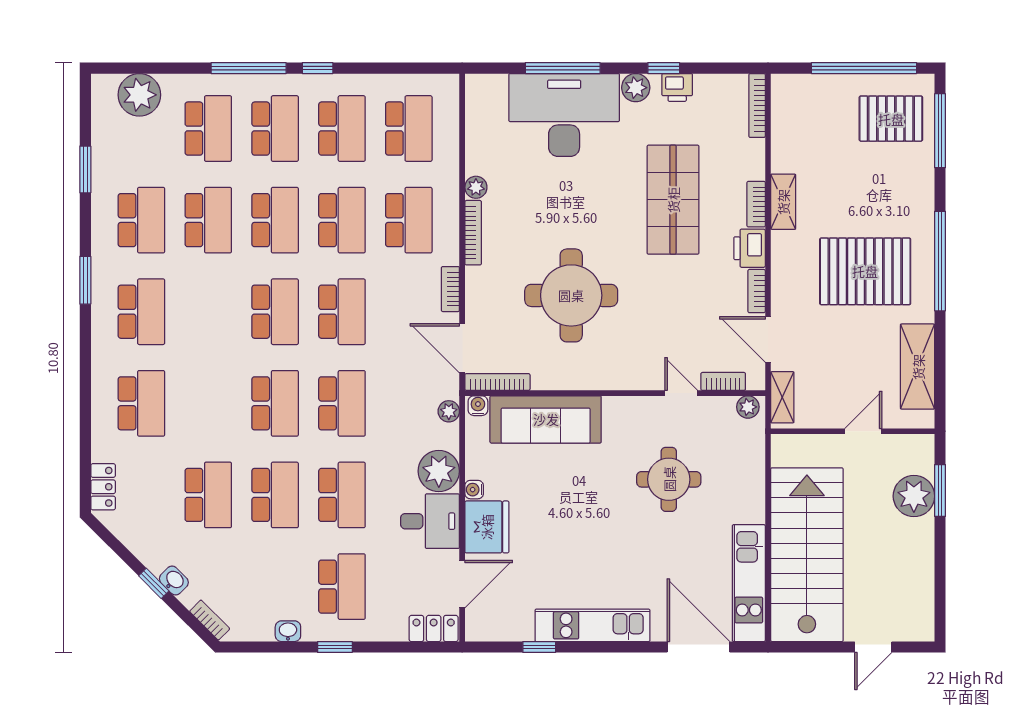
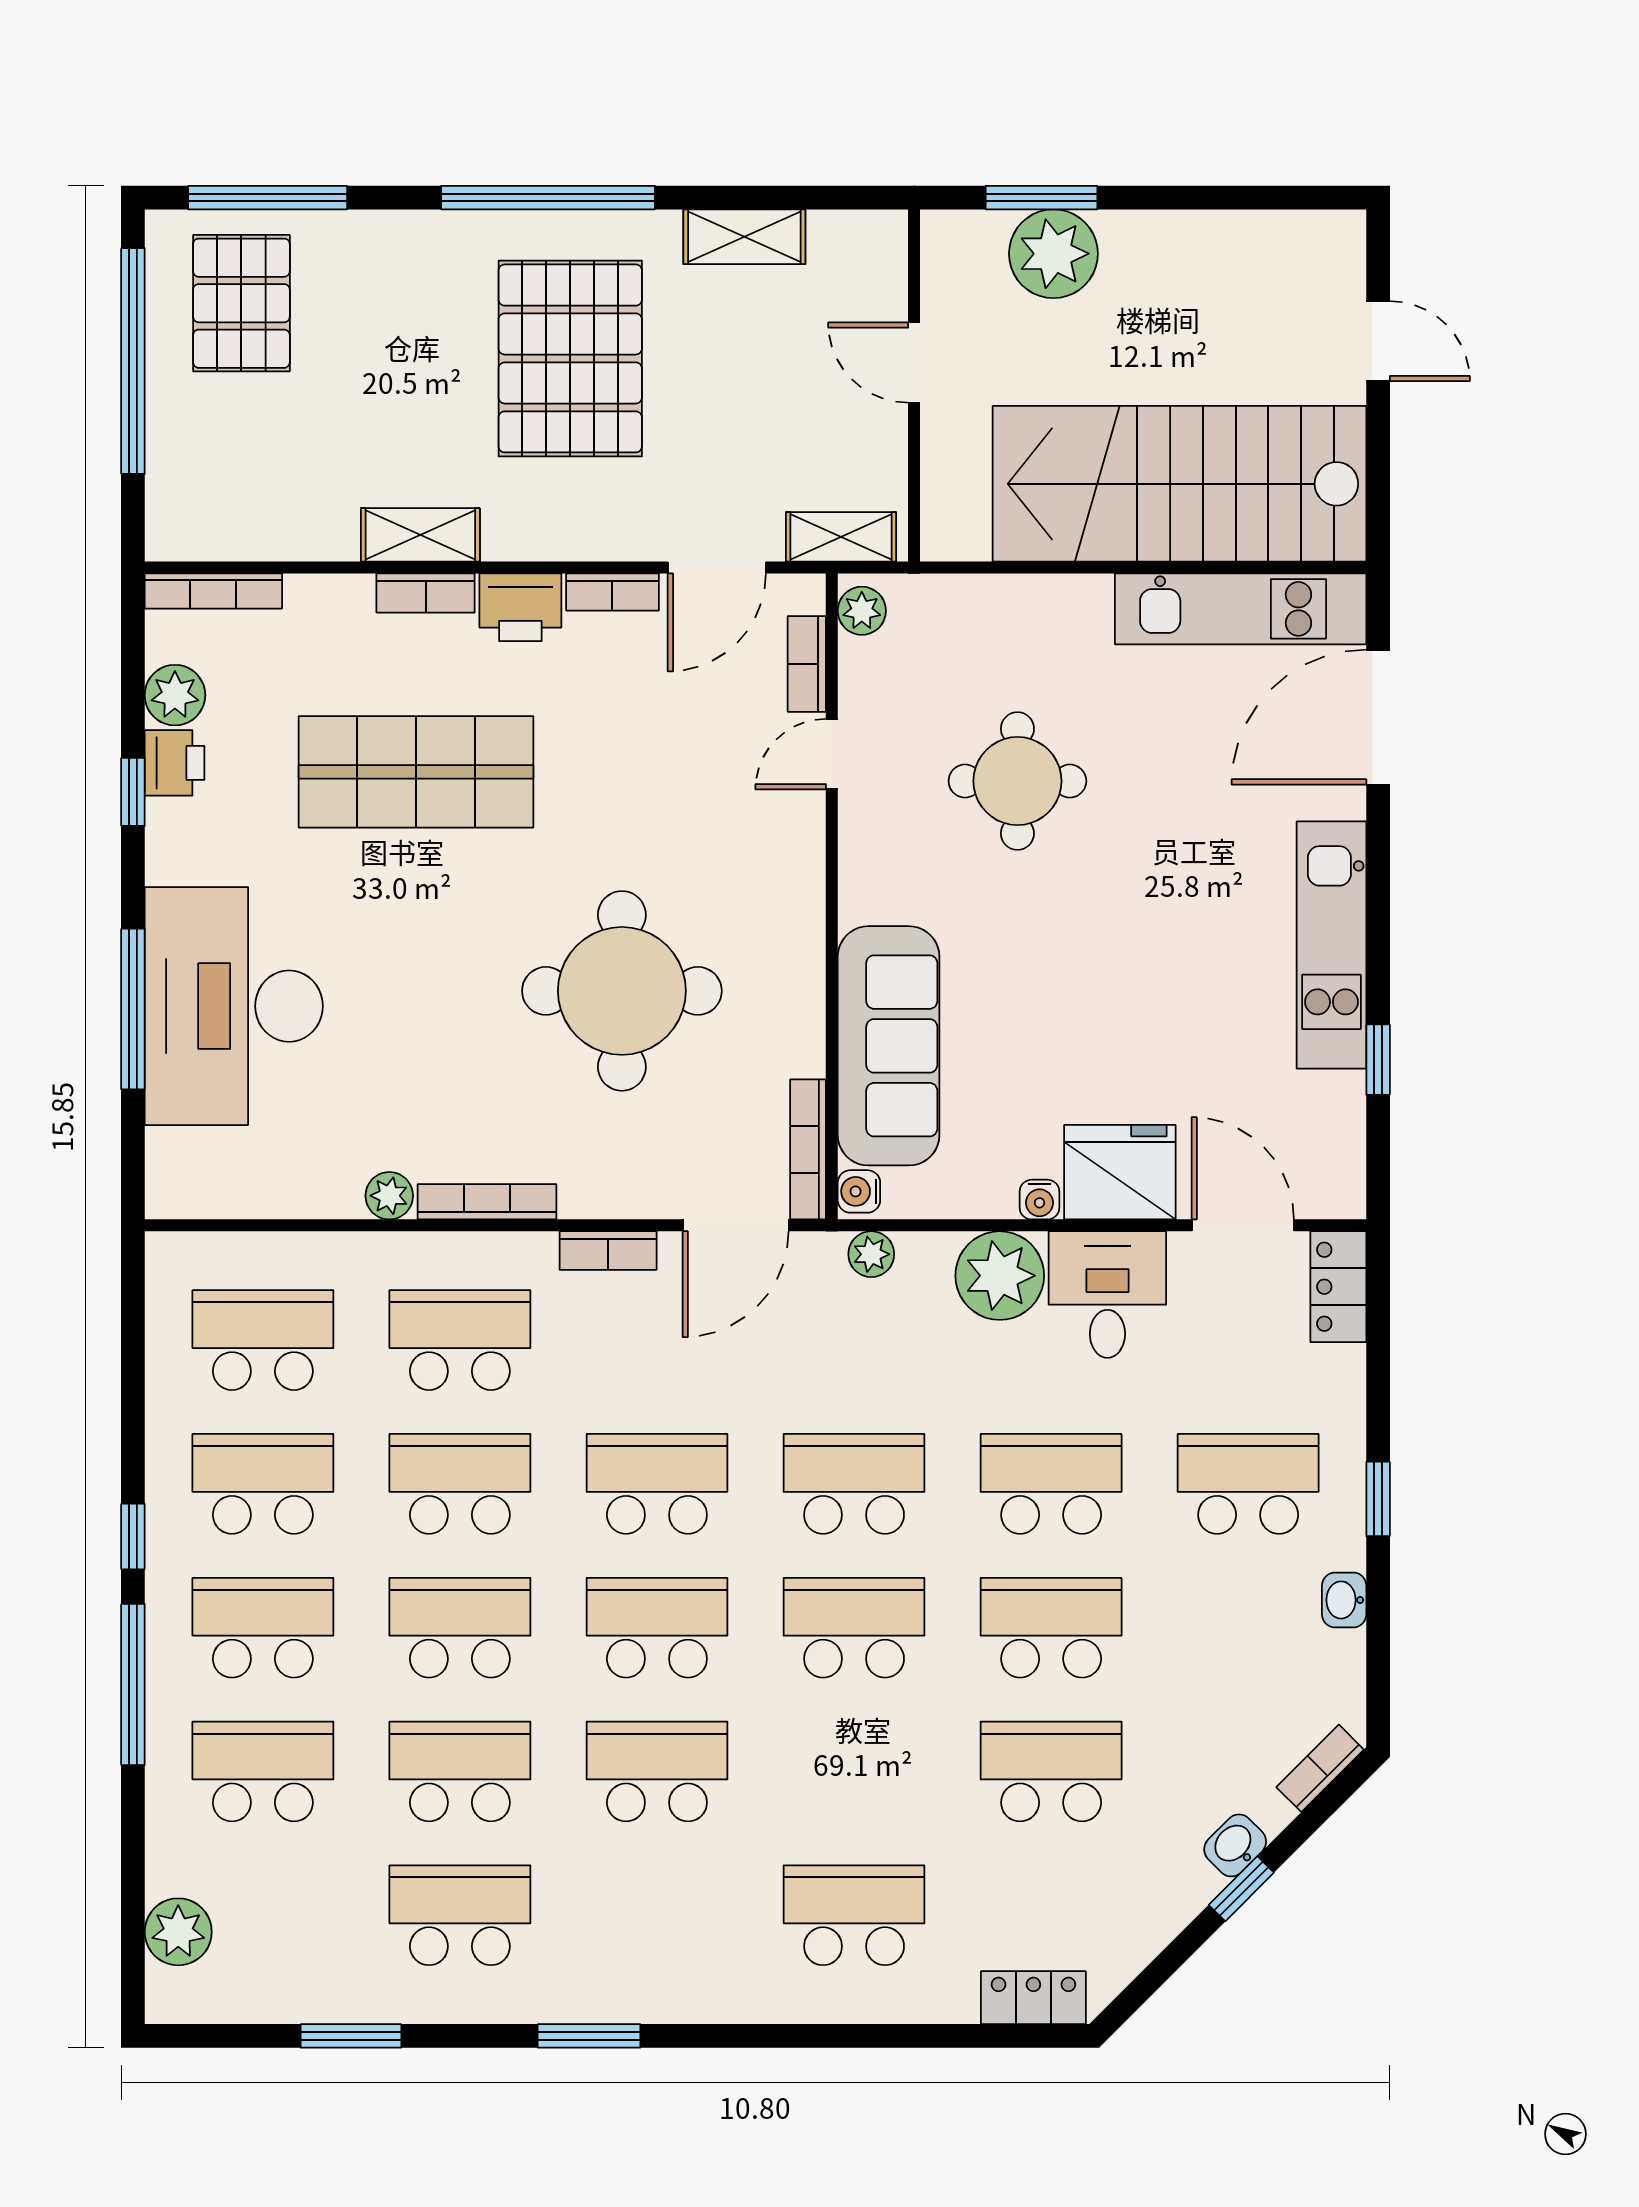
plant: (636, 88) -> (175, 695), moved
plant: (139, 95) -> (178, 1932), width x0.73, depth x0.73
school desk: (141, 312) -> (657, 1771), moved
shelving: (918, 367) -> (744, 237), width x0.67, depth x0.75

